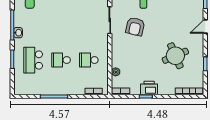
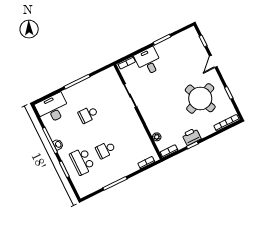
armchair: (135, 27) -> (154, 91), removed
round table: (175, 56) -> (200, 98), width x1.36, depth x1.36
school desk: (89, 60) -> (88, 114), moved

